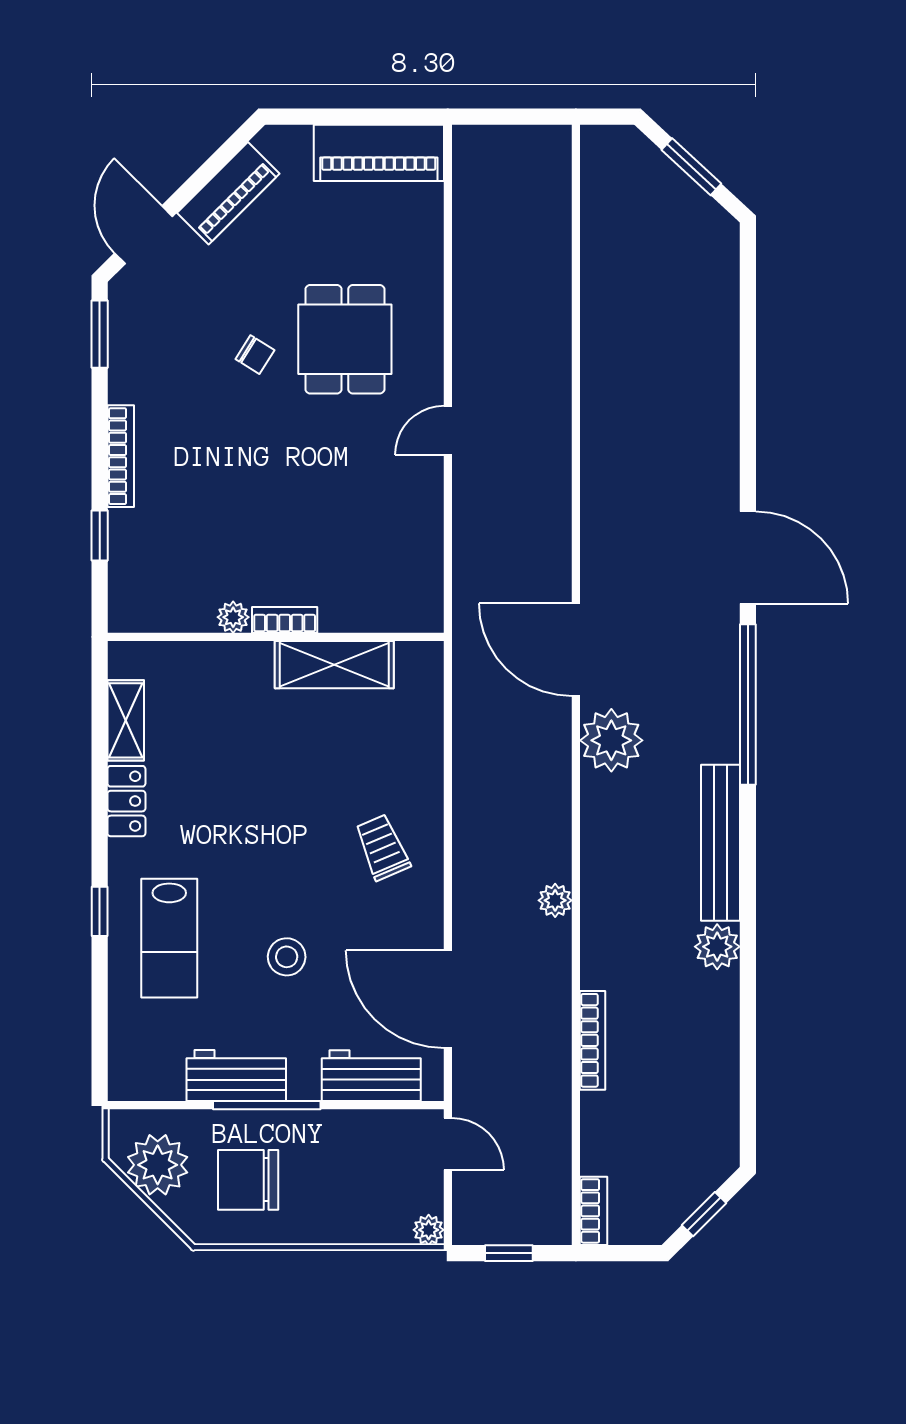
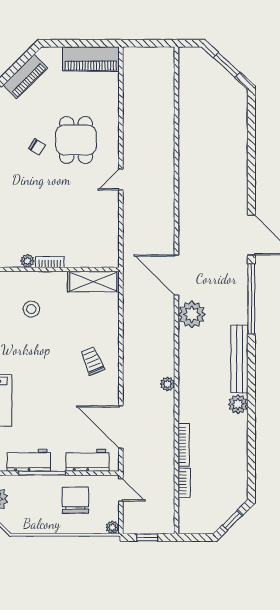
shelving: (334, 665) -> (93, 282), moved
stool: (287, 957) -> (31, 309), moved
chair: (248, 1180) -> (75, 500), moved, turned 90
bookcase: (594, 1211) -> (184, 483), moved

